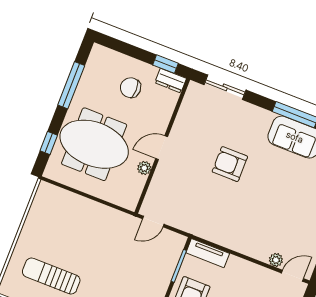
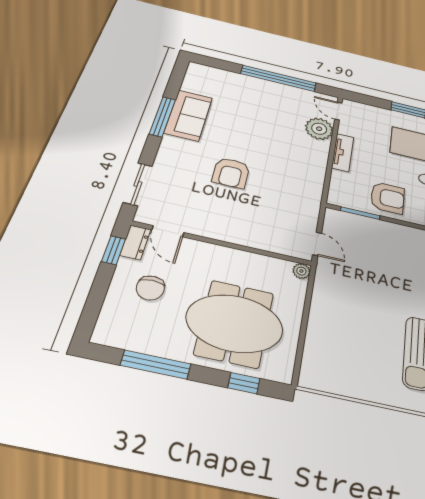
meeting table: (94, 144) -> (235, 323), turned 90
door: (162, 148) -> (168, 231), moved
plant: (144, 168) -> (301, 271), moved
tv unit: (208, 253) -> (343, 152), moved
plant: (276, 260) -> (319, 129), width x1.88, depth x1.88

